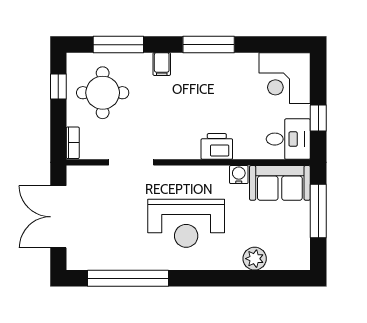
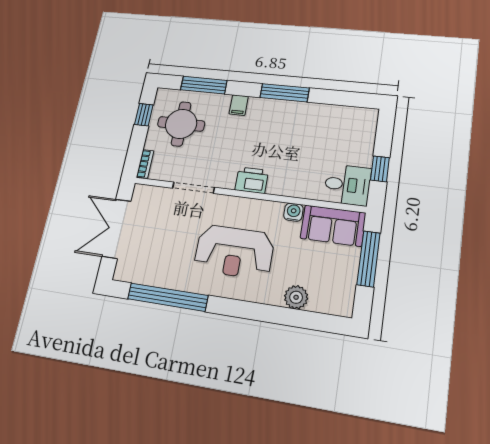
corner desk: (285, 78) -> (352, 129), removed
printer: (217, 146) -> (252, 180), moved

